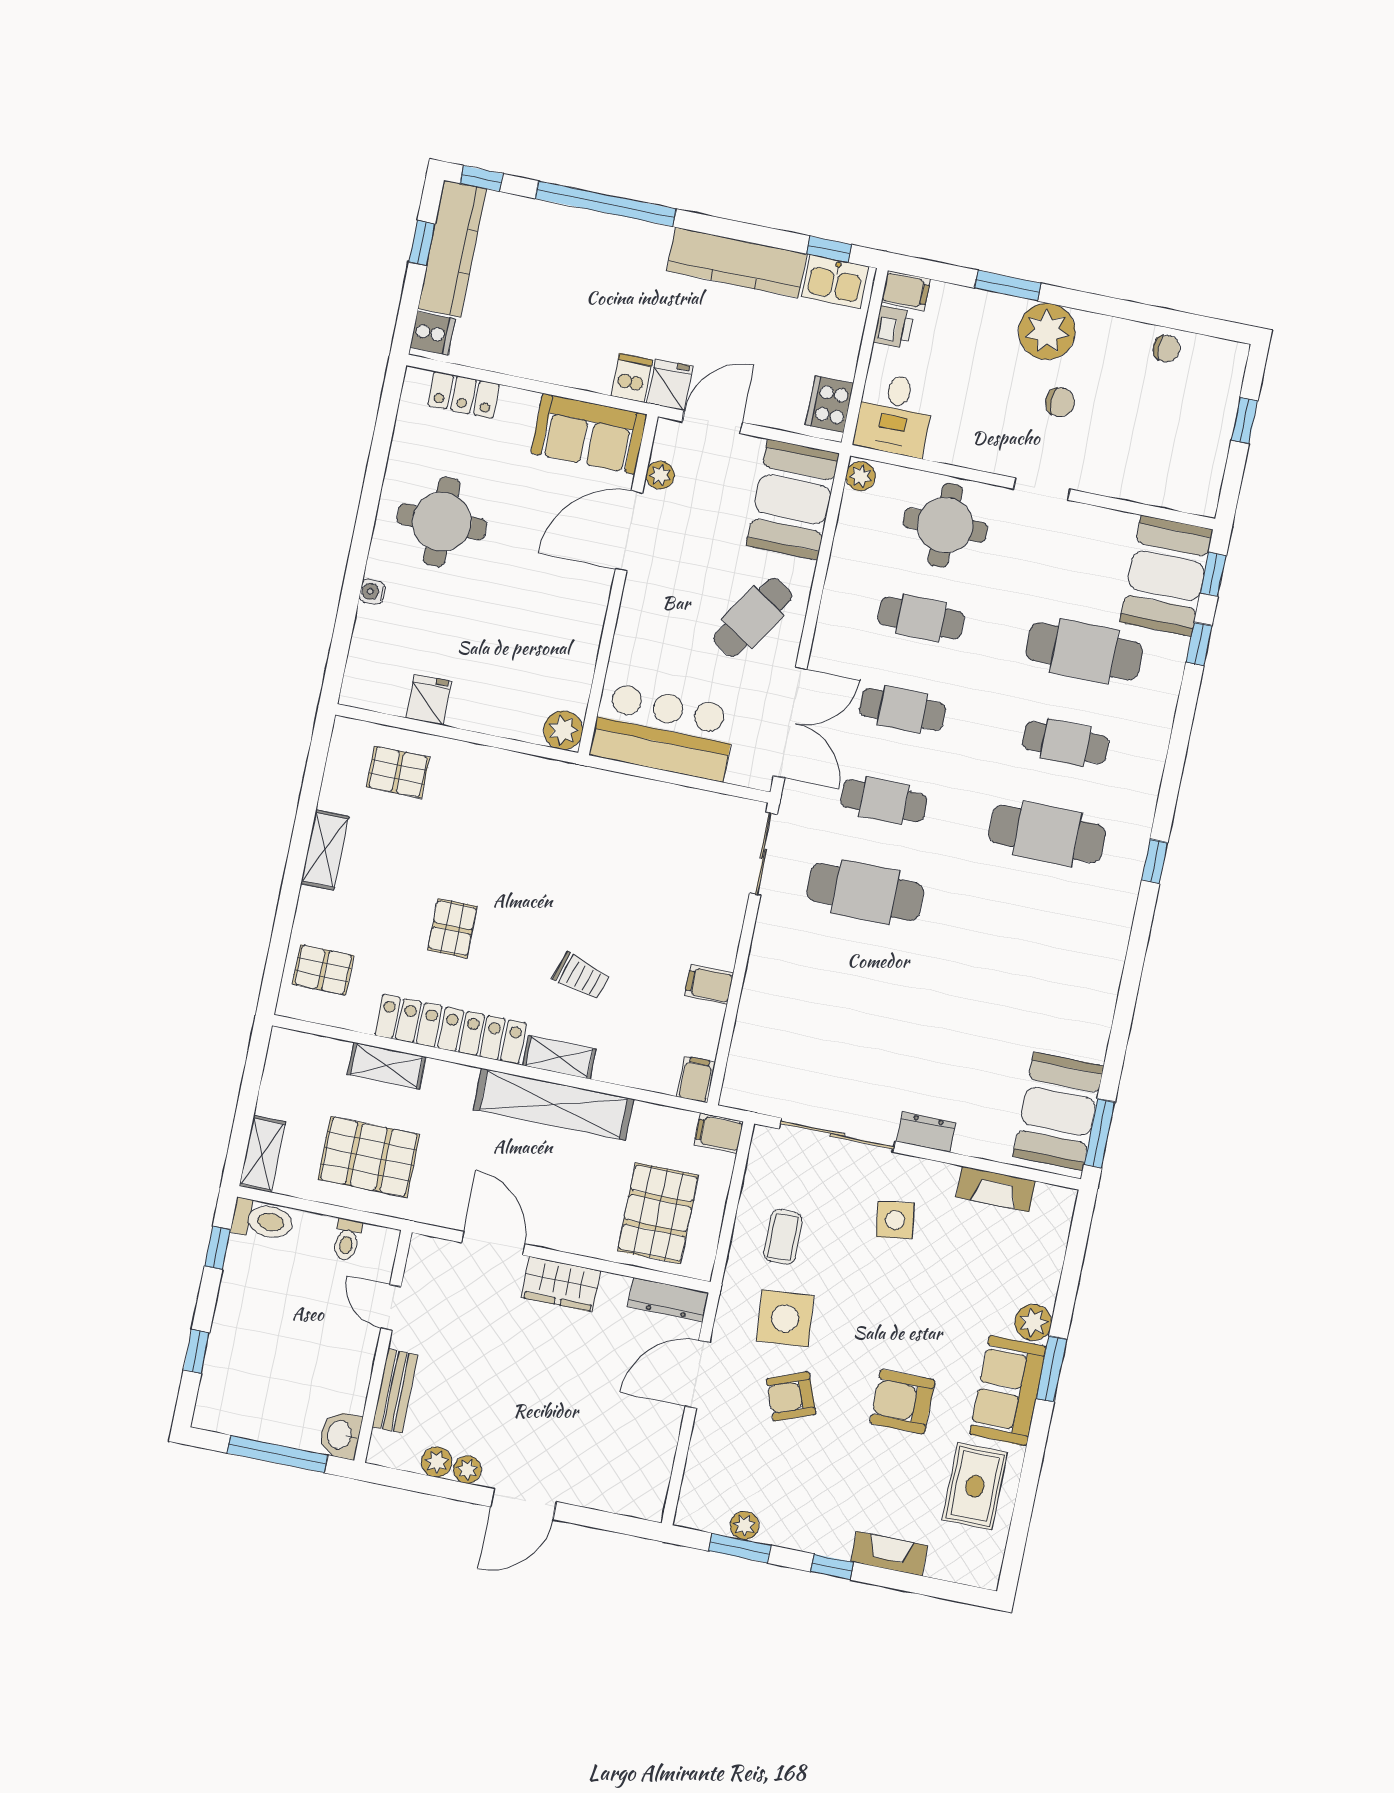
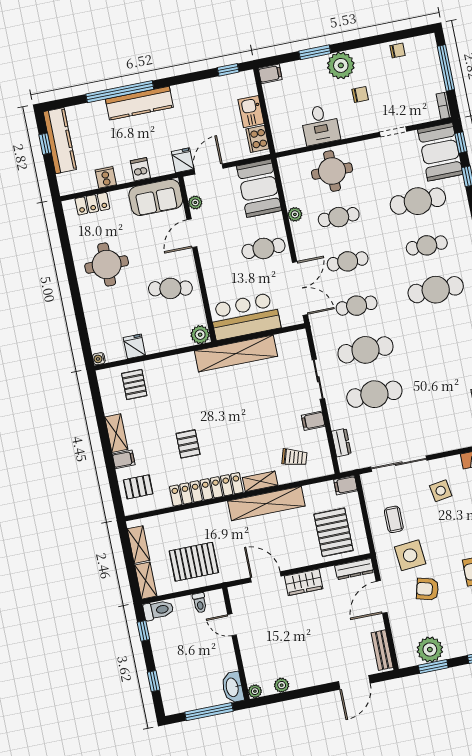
window: (481, 178) -> (60, 104), removed
kitchen counter: (737, 262) -> (139, 103), moved
kitchen sink: (835, 282) -> (251, 112), moved, turned 90
printer: (893, 327) -> (271, 92), removed
cooker: (432, 333) -> (106, 177), moved, turned -90
dishwasher: (632, 378) -> (140, 169), moved
desk: (895, 414) -> (320, 125), moved
window: (1244, 420) -> (446, 68), width x2.17
plant: (861, 476) -> (295, 214), moved
doorway: (1042, 489) -> (393, 132), moved
bookcase: (1210, 490) -> (444, 106), added
door: (629, 531) -> (192, 233), width x0.73
water cooler: (372, 592) -> (99, 359), moved
cafe table: (753, 617) -> (263, 248), turned 57
cafe table: (544, 618) -> (170, 288), added
pallet: (398, 772) -> (134, 384), turned 90
shelving: (616, 795) -> (236, 353), added
sliding door: (763, 854) -> (318, 379), moved
trolley: (581, 976) -> (294, 457), moved
cafe table: (847, 983) -> (374, 394), added
shelving: (387, 1066) -> (139, 545), moved, turned 90
filing cabinet: (696, 1079) -> (124, 459), moved, turned 90
dresser: (926, 1132) -> (341, 443), moved, turned 90
bench: (395, 1391) -> (382, 650), moved
armchair: (791, 1396) -> (427, 589), turned 36
washbasin: (340, 1435) -> (233, 687), width x1.38
plant: (467, 1470) -> (255, 691), moved
door: (523, 1504) -> (354, 682), moved
plant: (744, 1525) -> (430, 650), width x1.88, depth x1.88

